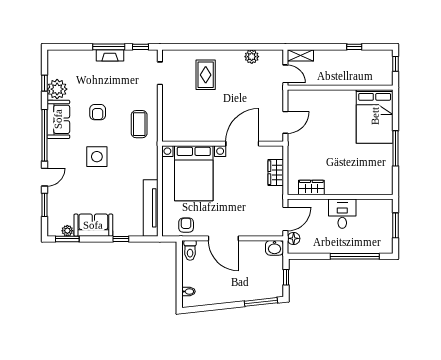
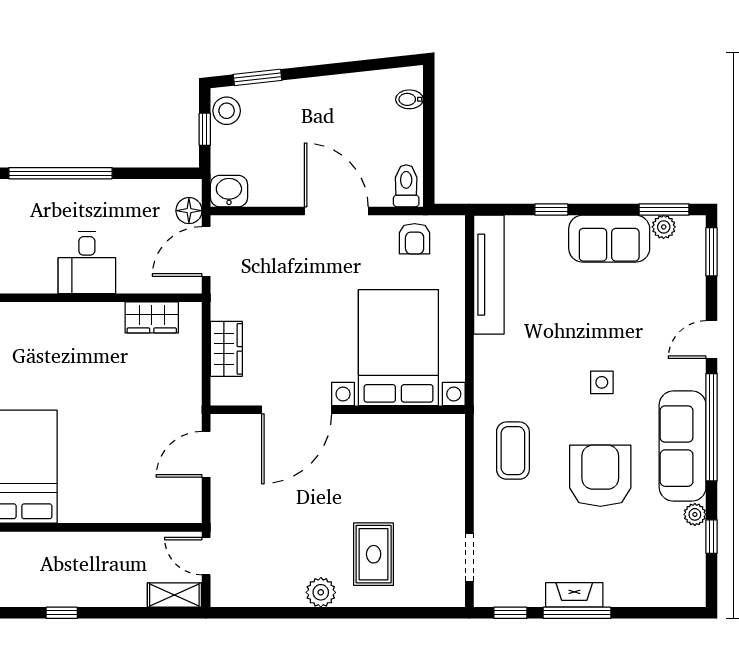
plant: (252, 57) -> (321, 592), moved
plant: (57, 89) -> (695, 514), width x0.53, depth x0.53
armchair: (98, 112) -> (600, 476), width x1.88, depth x1.88
sofa: (58, 119) -> (683, 446), width x1.36
side table: (97, 157) -> (602, 382), width x0.54, depth x0.54
window: (45, 205) -> (712, 252), moved
stool: (276, 286) -> (227, 111), added
window: (261, 302) -> (257, 77), width x0.69

